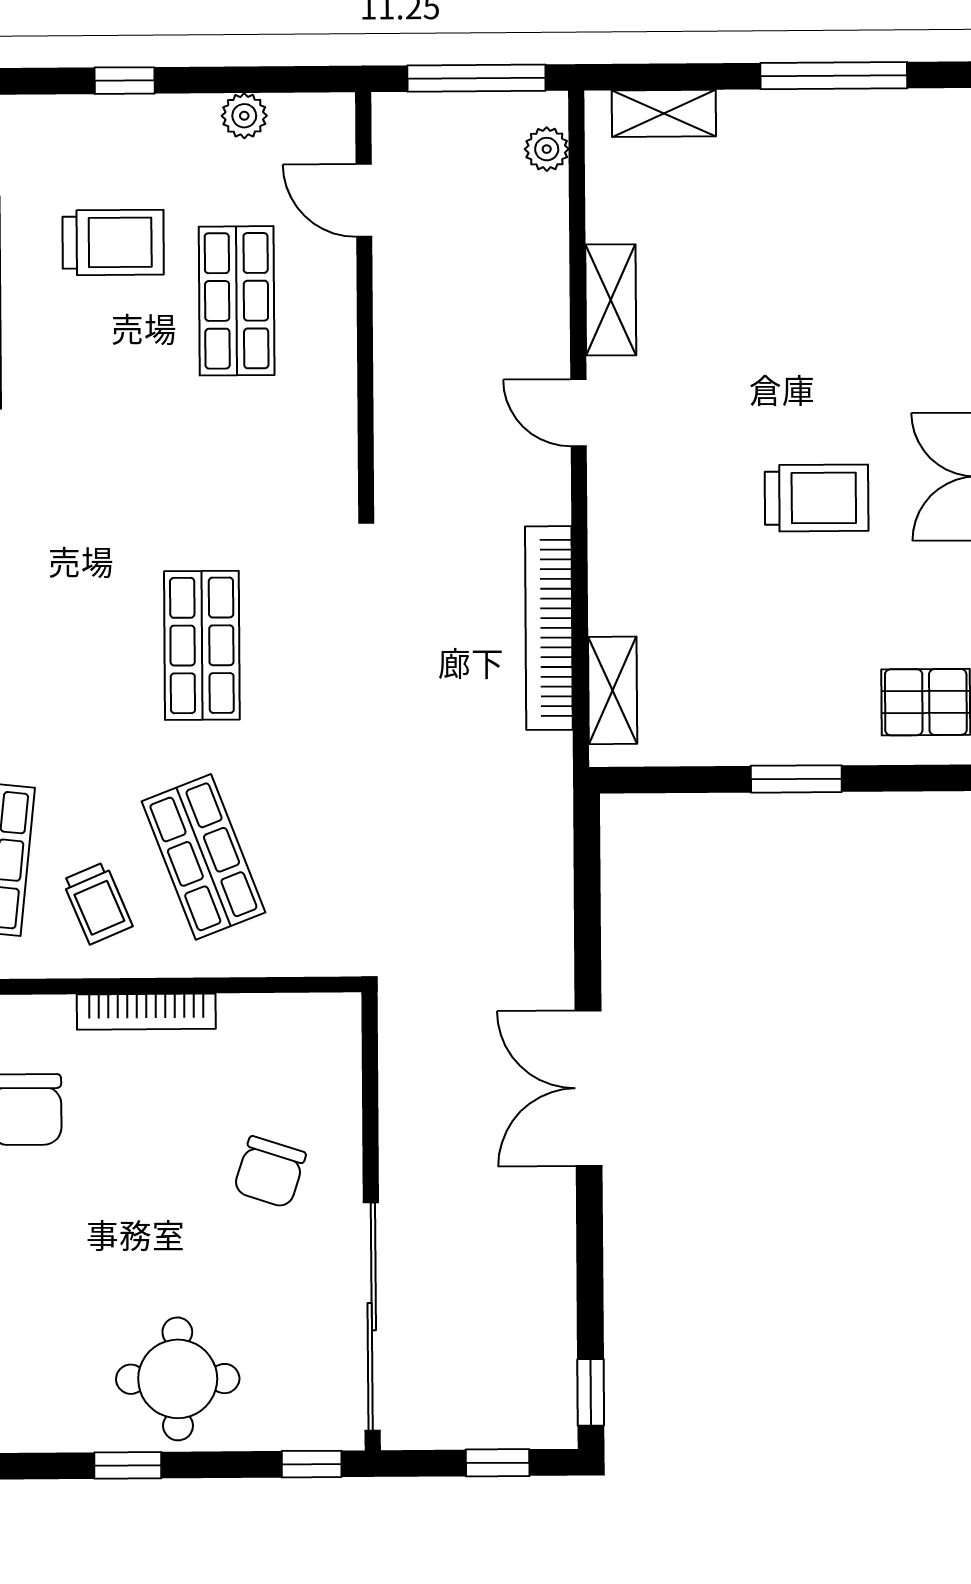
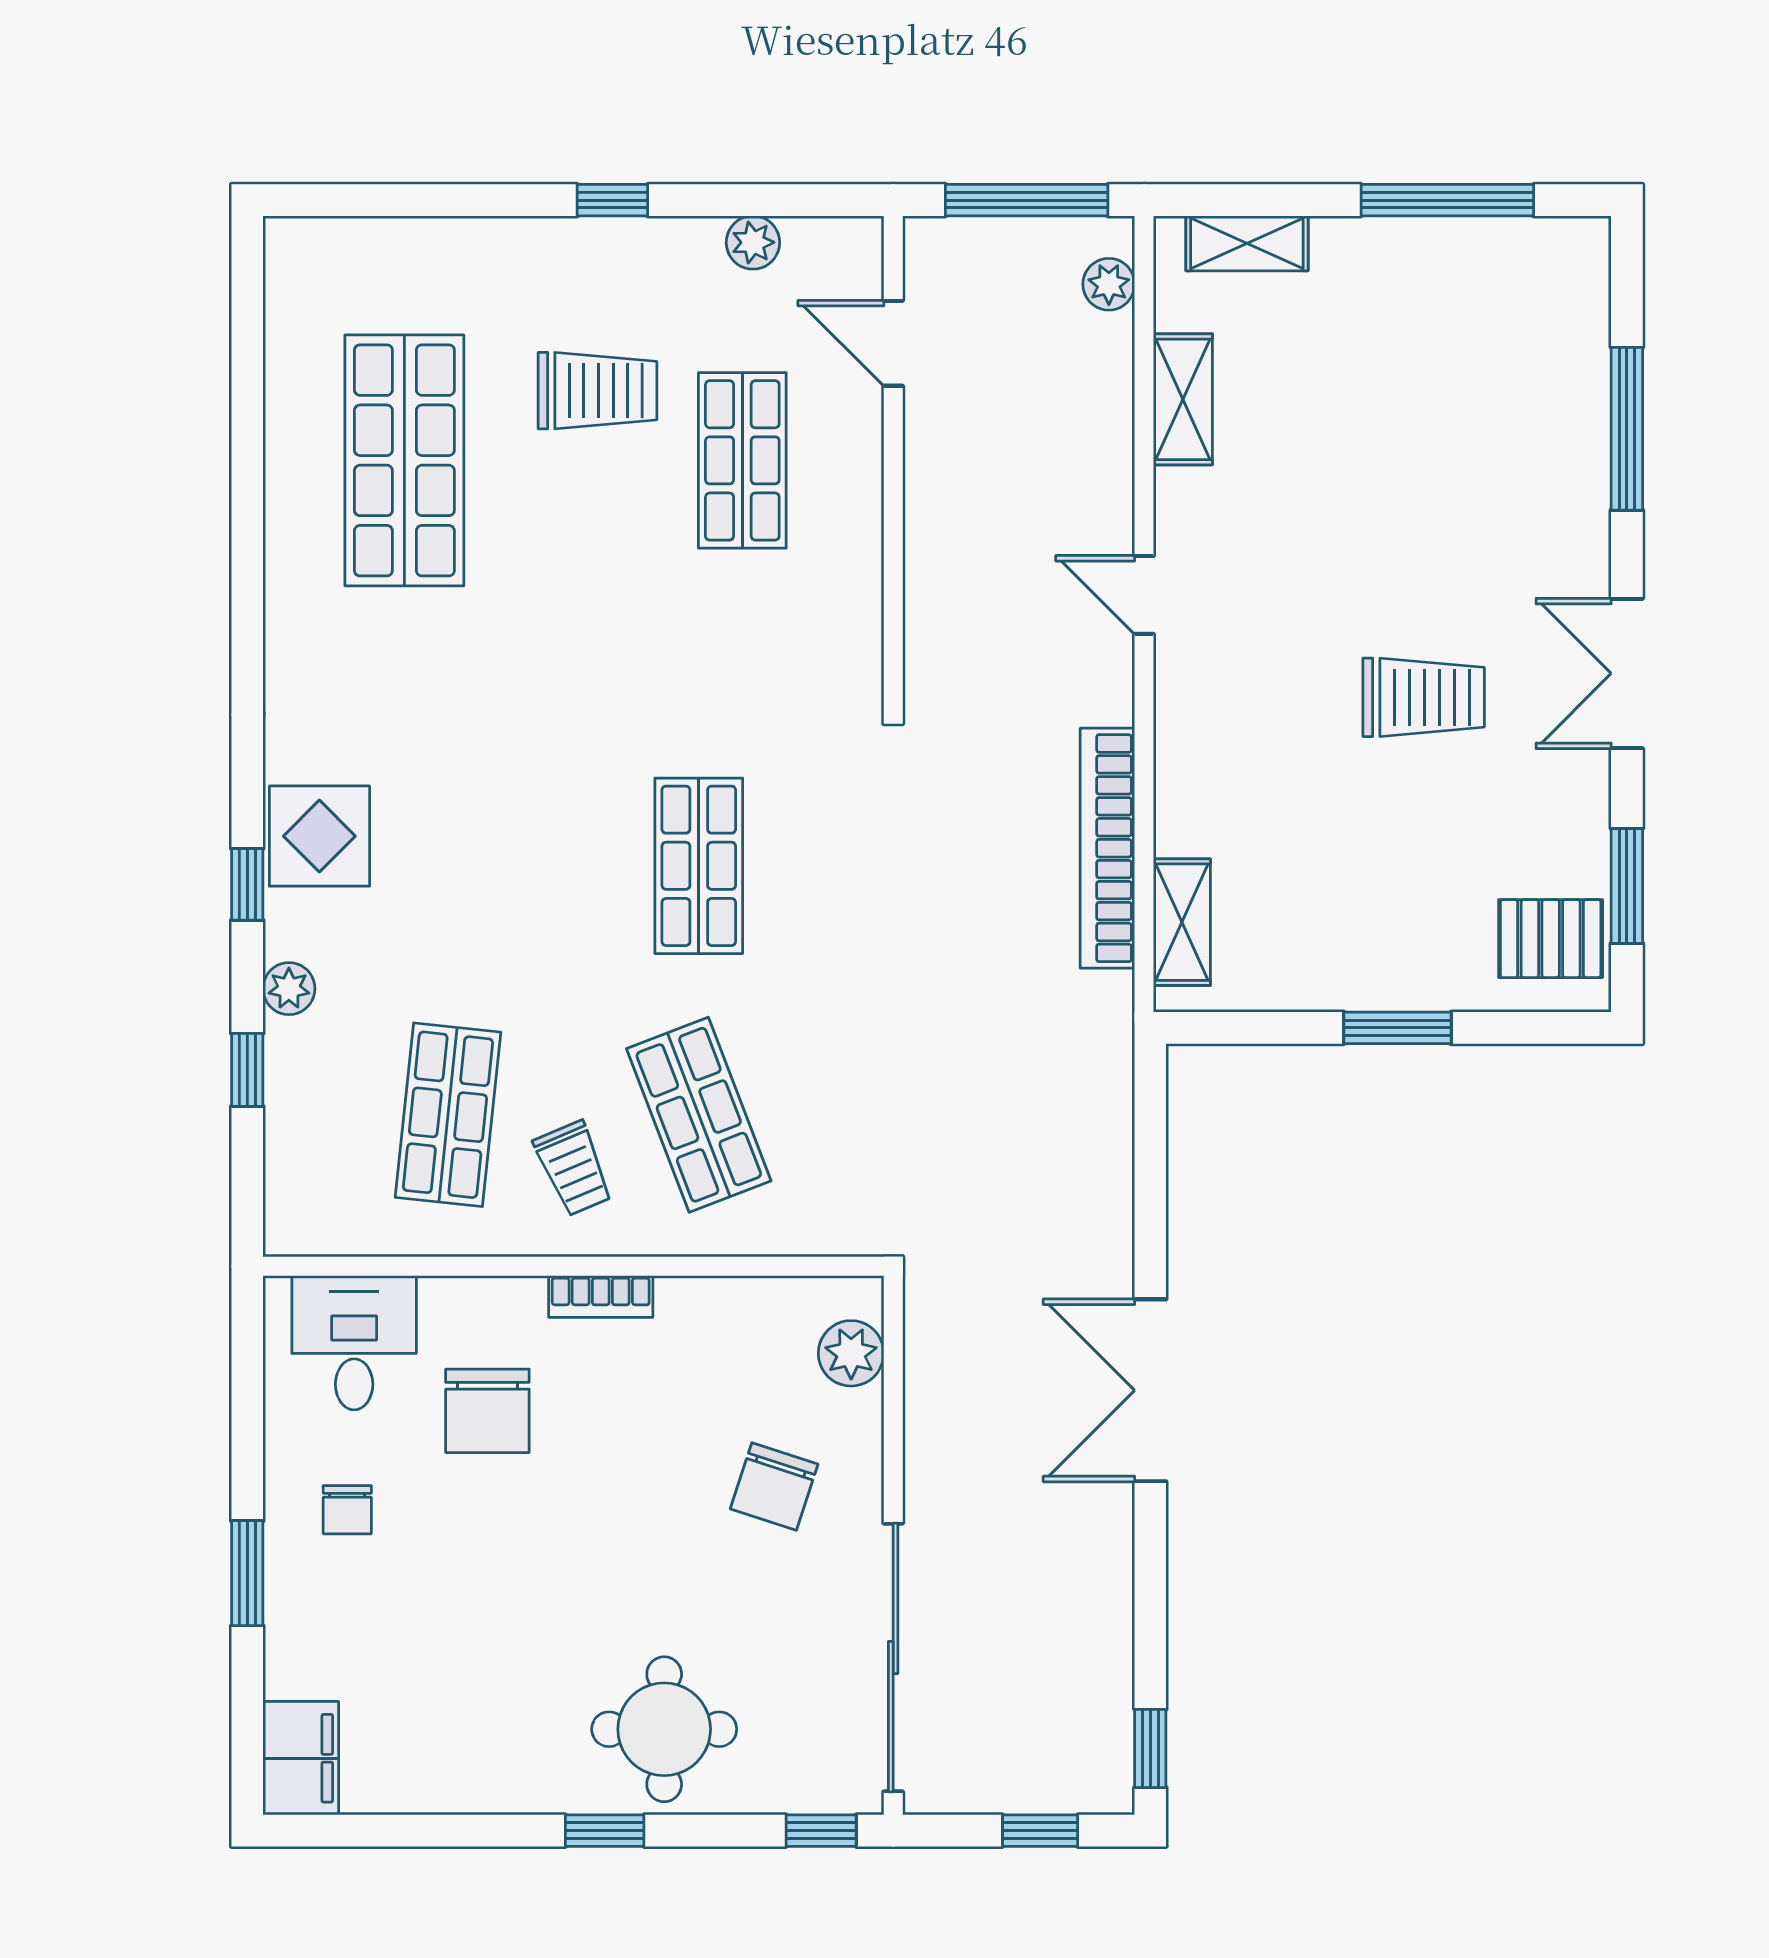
shelving: (611, 300) -> (1183, 399), moved
bookcase: (146, 1012) -> (601, 1296), width x0.64
plant: (334, 1059) -> (851, 1353), added

